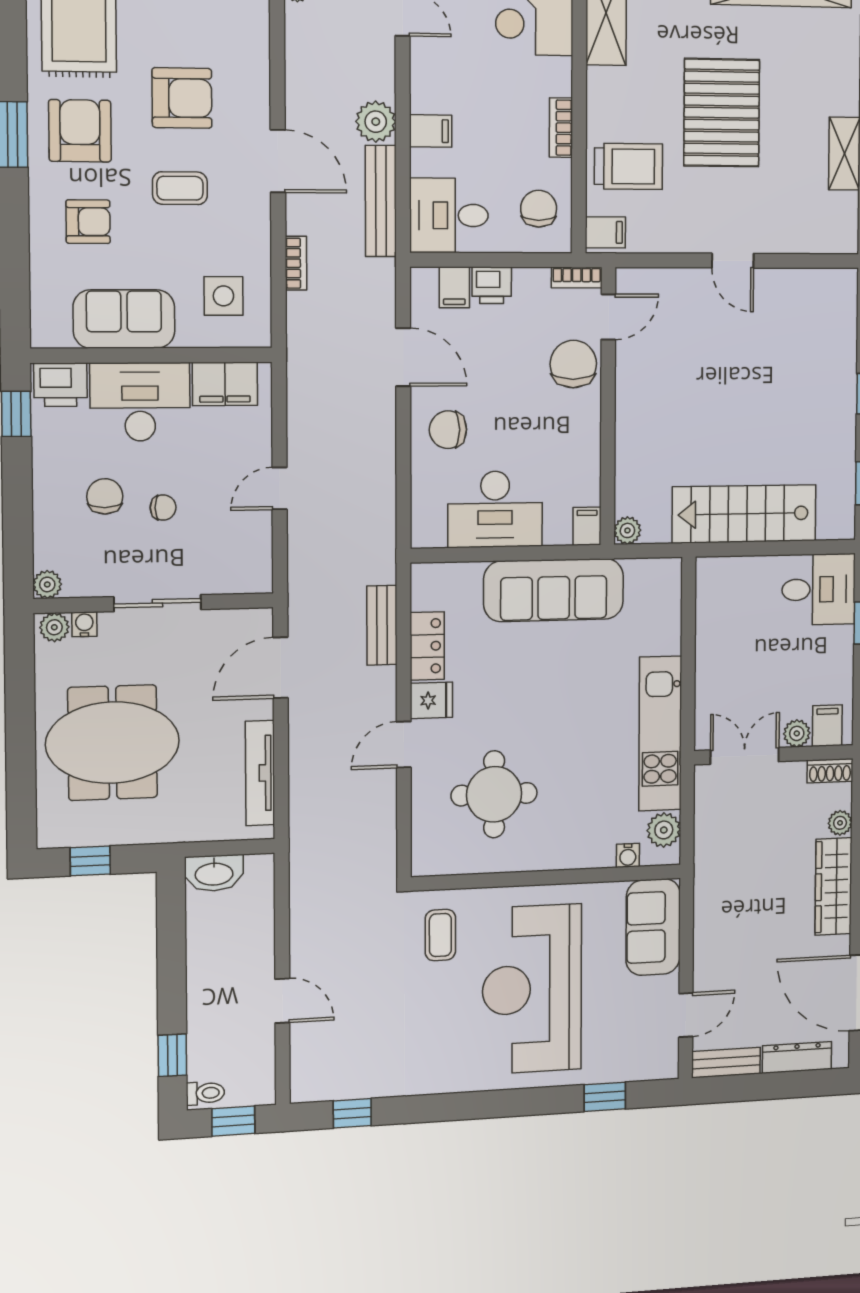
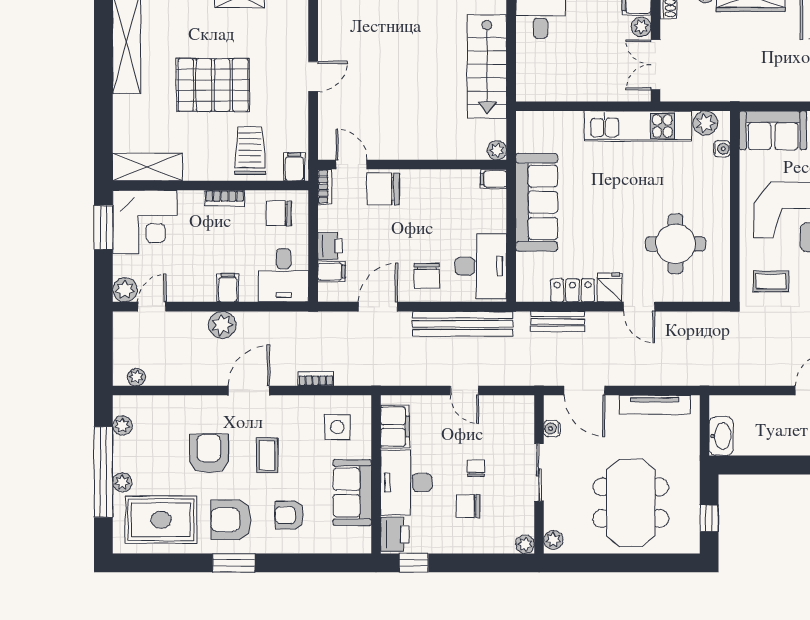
bench: (381, 201) -> (463, 324), moved, width x1.37, depth x1.21
armchair: (88, 222) -> (289, 515), turned -90
desk: (495, 509) -> (481, 266), moved
water cooler: (84, 624) -> (552, 429), moved

